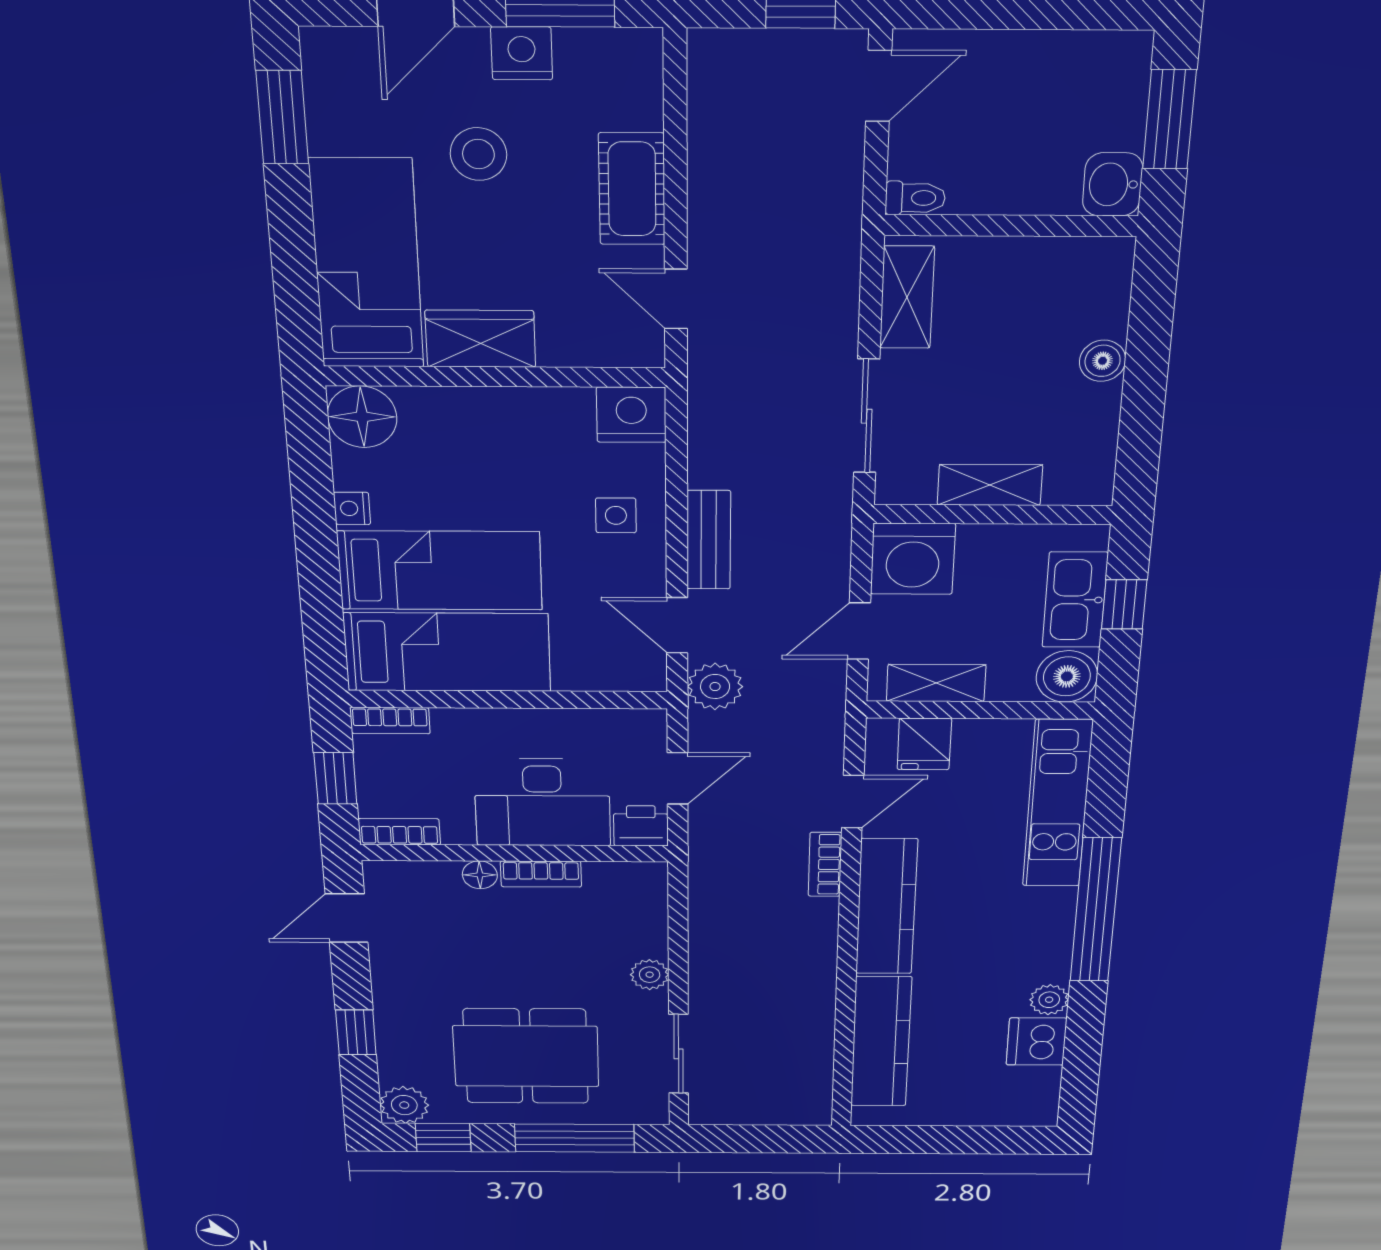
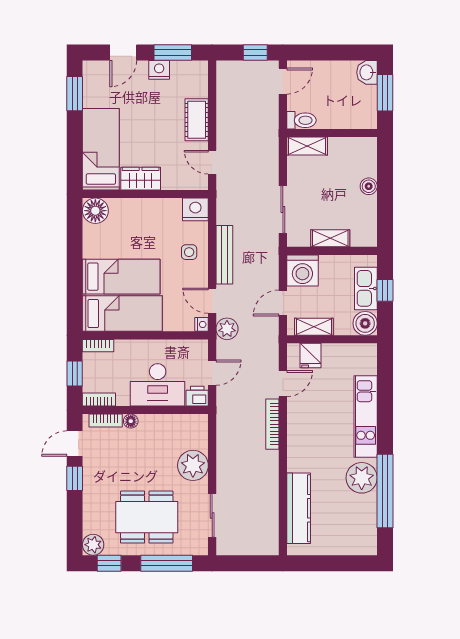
stool: (478, 154) -> (143, 107), removed
washbasin: (1113, 184) -> (367, 72), moved
toilet: (915, 198) -> (301, 120), width x1.37, depth x1.39
shelving: (907, 297) -> (307, 146), moved, turned 90
nightstand: (352, 508) -> (202, 324), moved, turned 180
bench: (709, 540) -> (224, 255), width x1.36
kitchen unit: (1058, 804) -> (366, 417), moved
bookcase: (825, 864) -> (272, 424), width x1.56
bookcase: (541, 874) -> (106, 421), moved
kitchen counter: (887, 907) -> (298, 436), removed
window: (1096, 910) -> (385, 491), moved
plant: (650, 975) -> (193, 465), width x1.87, depth x1.87
plant: (1049, 1000) -> (362, 478), width x1.88, depth x1.88
window: (356, 1032) -> (75, 478), moved
dishwasher: (1037, 1042) -> (365, 508), removed

